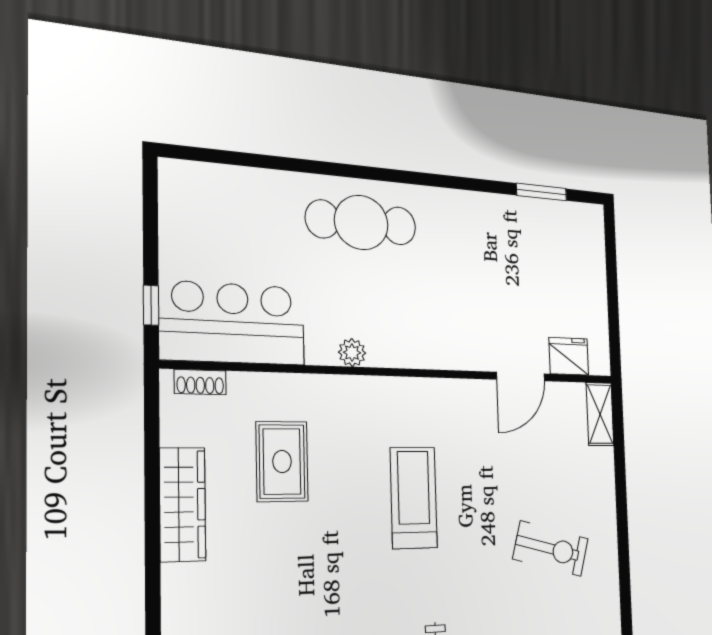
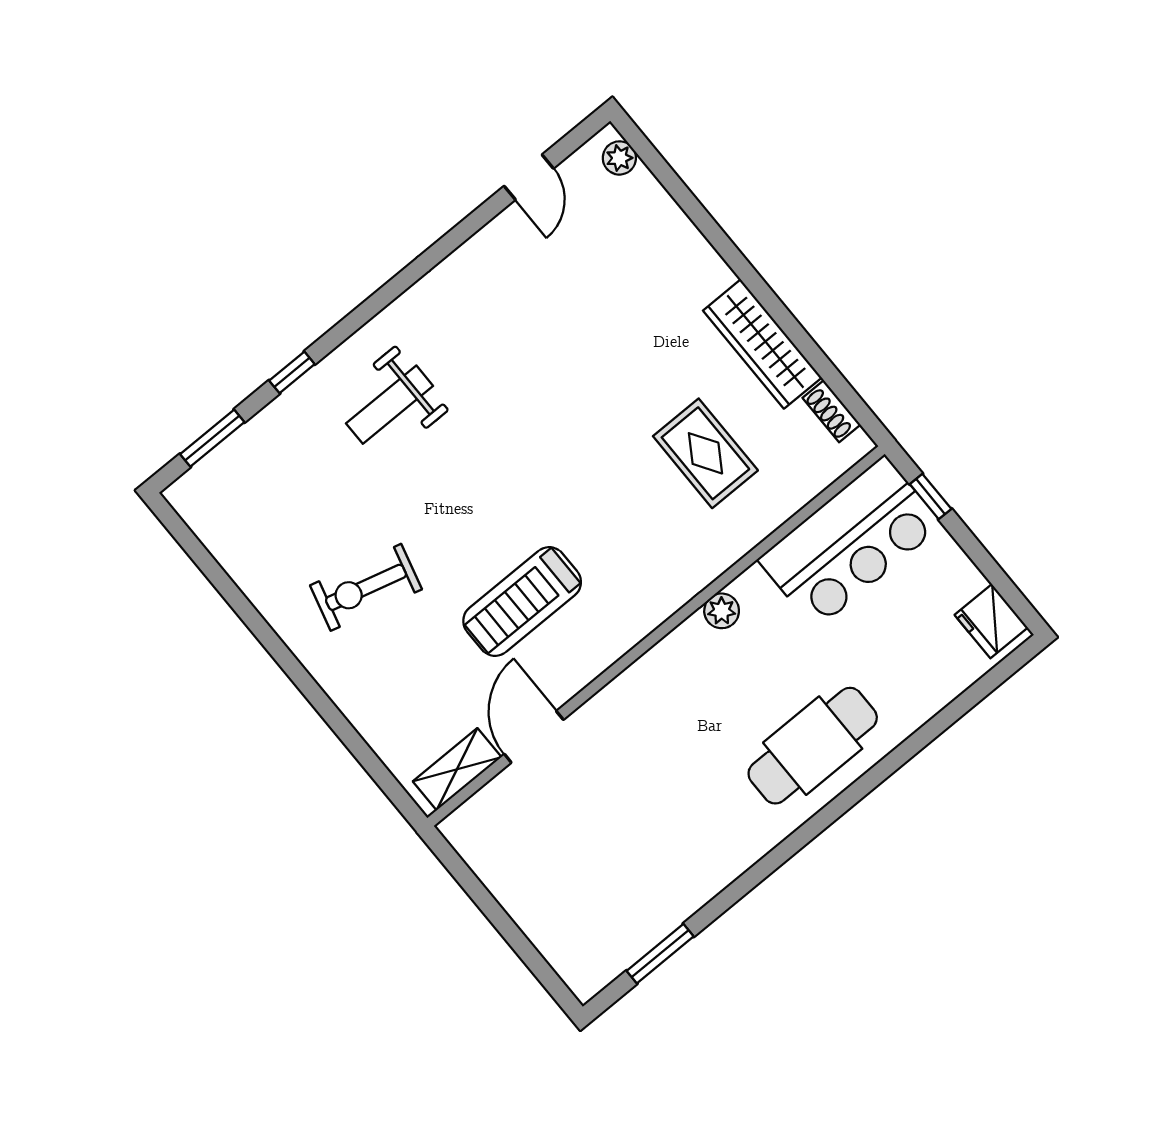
fridge: (569, 356) -> (991, 621), moved, turned 90
shoe rack: (200, 382) -> (832, 411), moved, turned -90
shelving: (600, 414) -> (457, 769), moved, turned 90
treadmill: (414, 498) -> (522, 602), moved, turned 90

